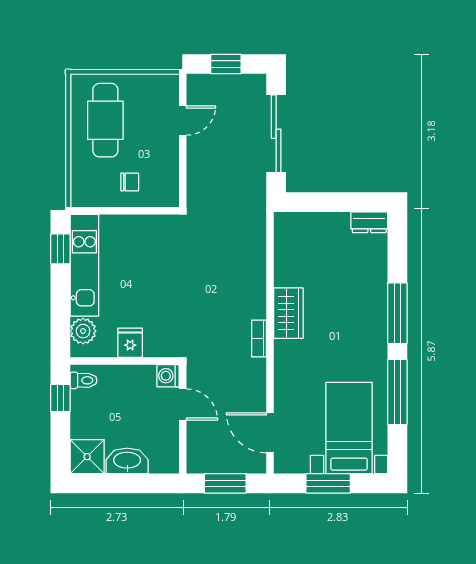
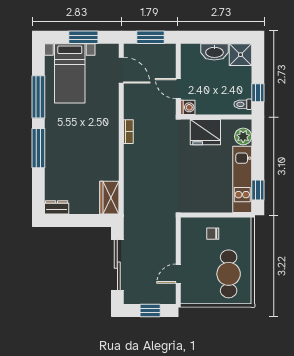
wardrobe: (288, 313) -> (109, 198), moved
fridge: (130, 343) -> (205, 132), width x1.88, depth x1.34

